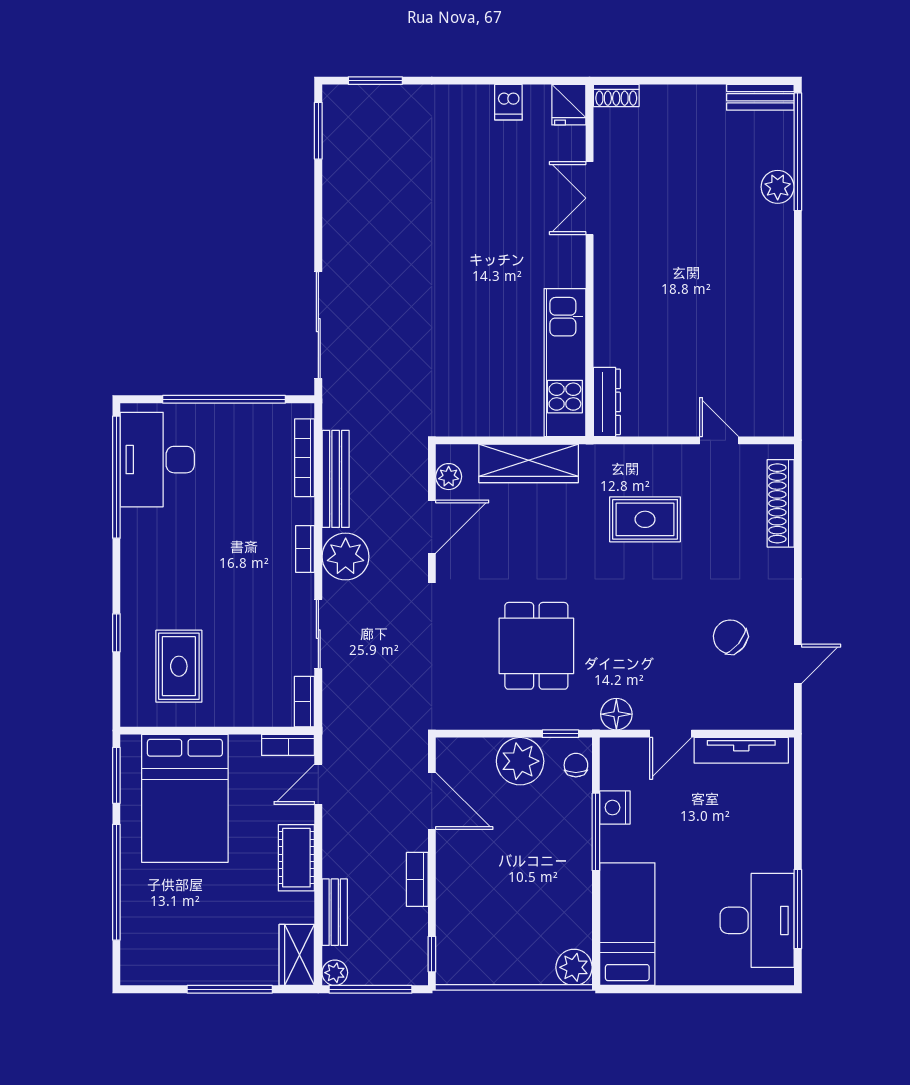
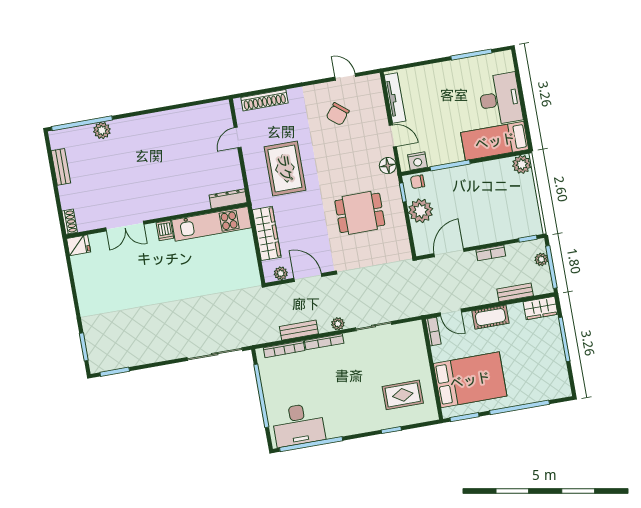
bench: (760, 97) -> (61, 167), moved
dishwasher: (508, 102) -> (165, 230), moved, turned 90
bench: (336, 479) -> (299, 330), width x0.73
rug: (645, 519) -> (285, 168), width x1.36, depth x1.43
bookcase: (305, 549) -> (324, 342), width x1.56
plant: (346, 557) -> (338, 324), width x0.53, depth x0.53
bookcase: (304, 702) -> (410, 327), removed
nightstand: (615, 808) -> (418, 161), moved
desk: (757, 920) -> (500, 99), moved, turned 90
plant: (335, 973) -> (541, 259), moved

